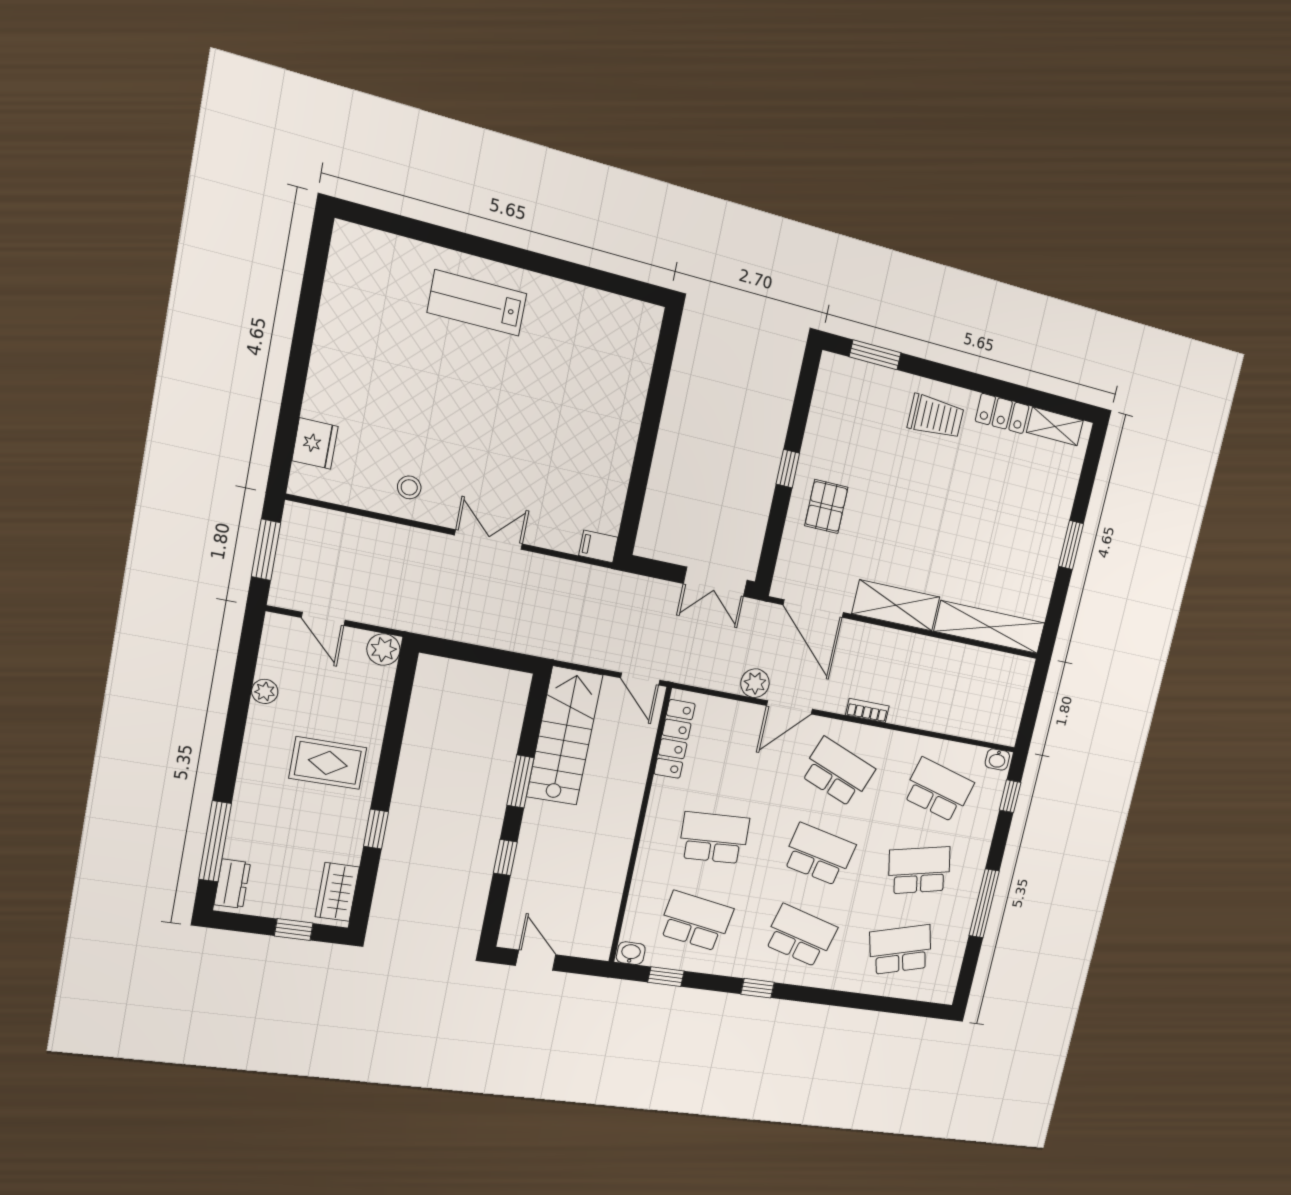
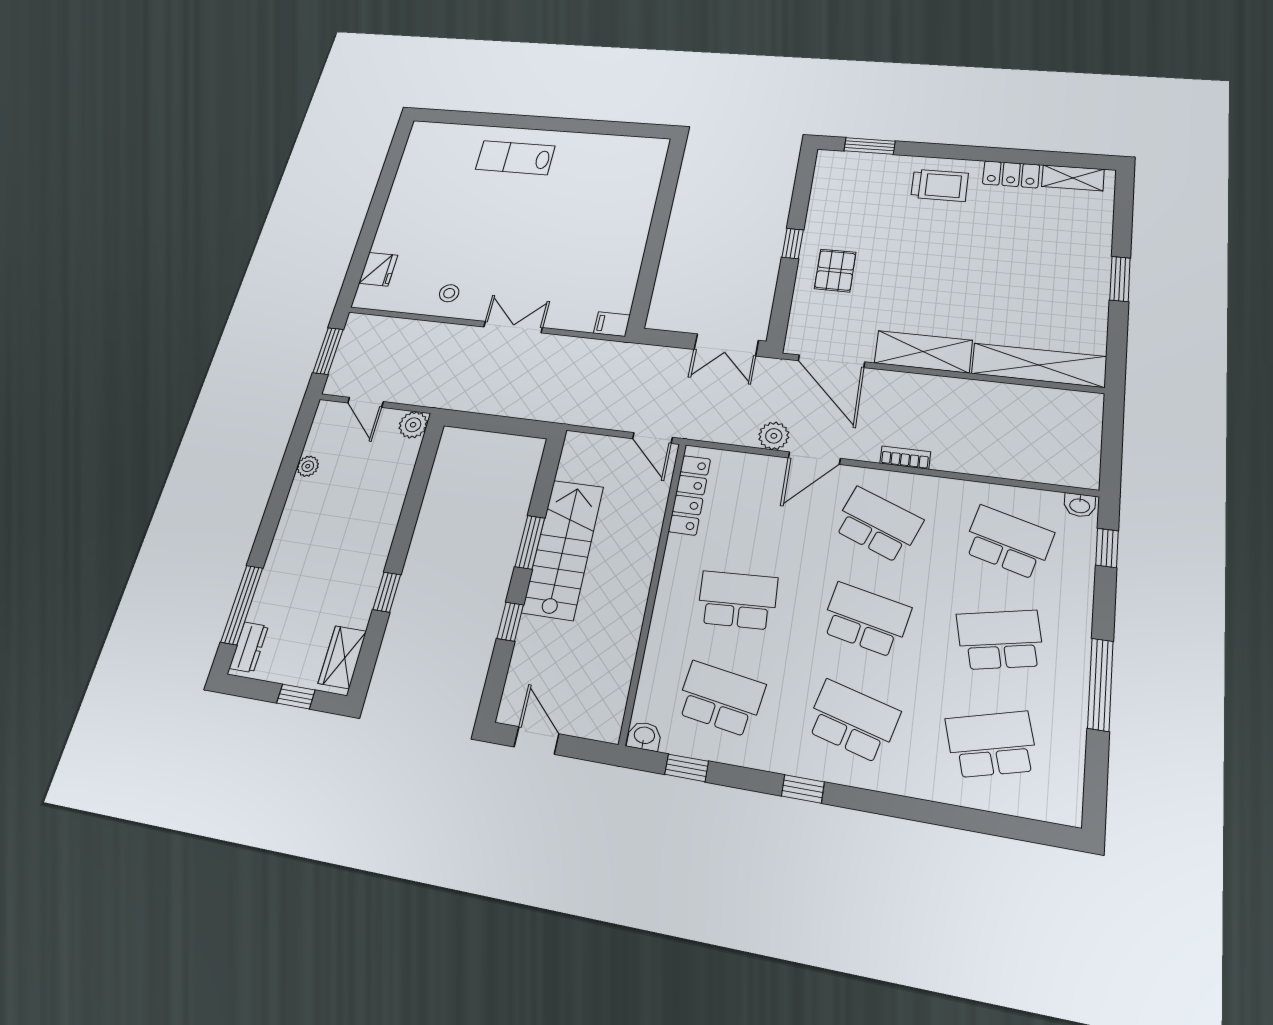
stairs: (565, 736) -> (563, 549), moved
rug: (328, 763) -> (352, 528), removed

